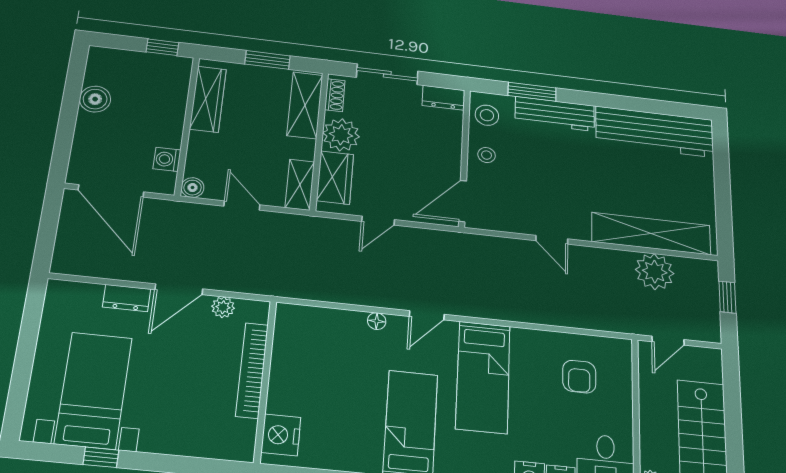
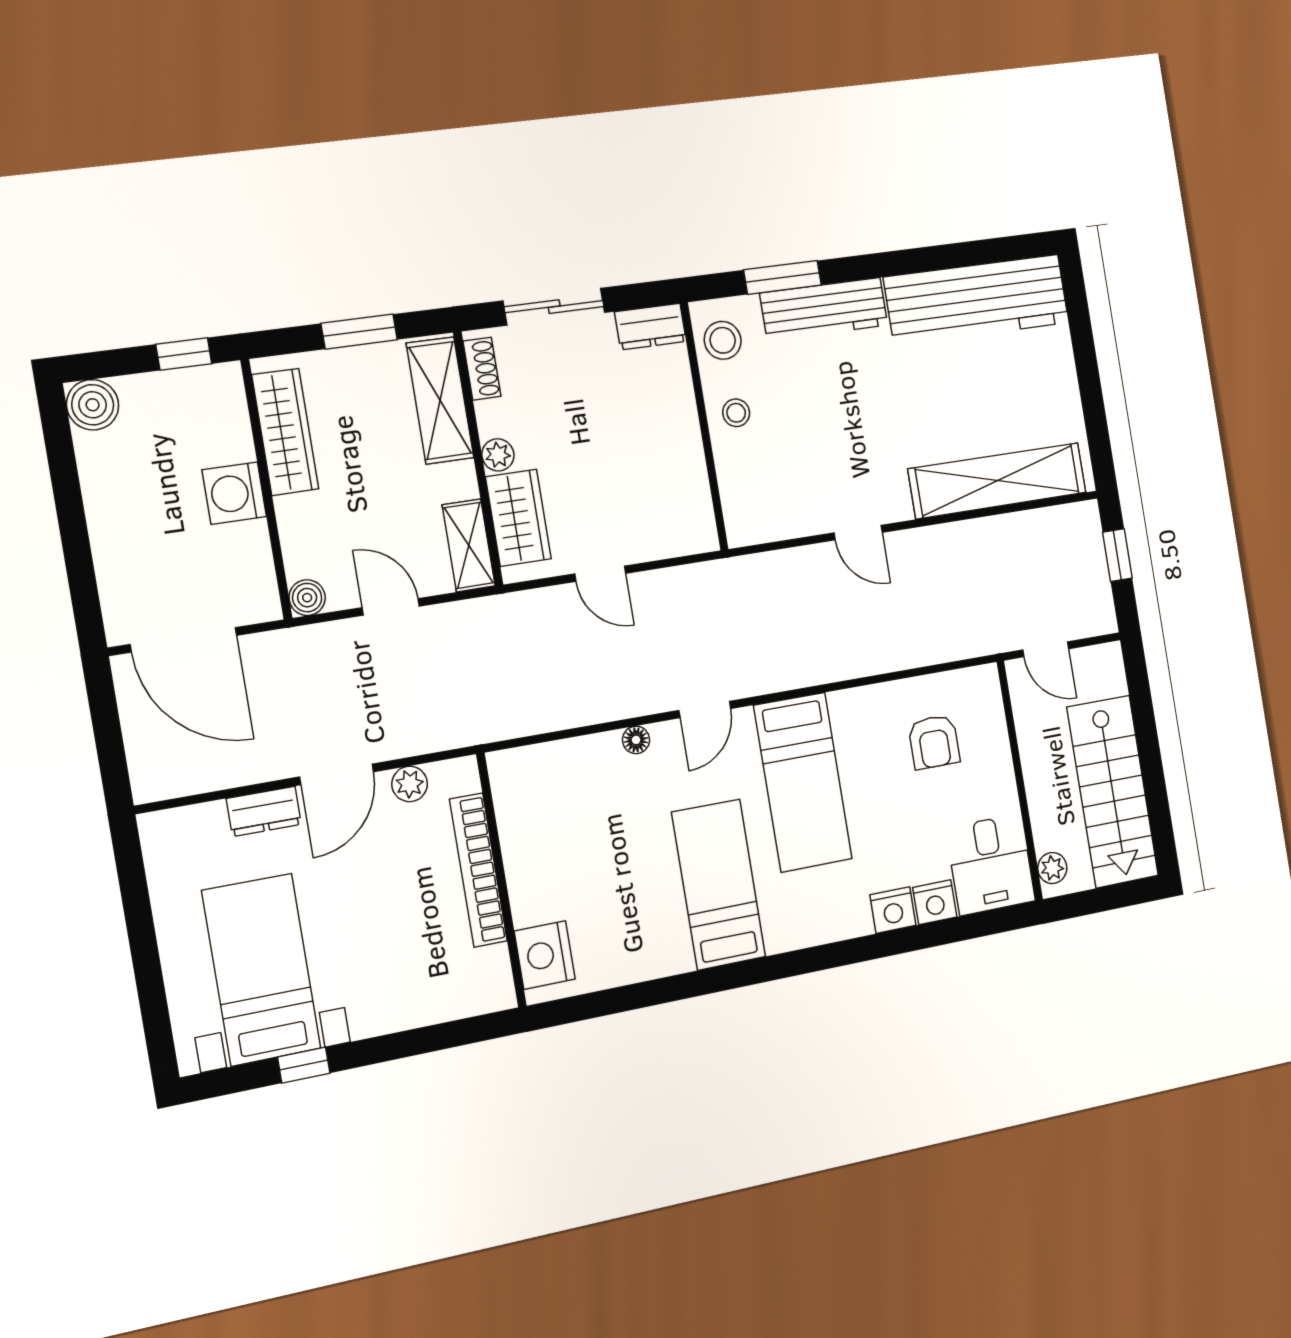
boiler: (95, 99) -> (93, 405), moved
plant: (341, 135) -> (498, 455), width x0.53, depth x0.53
washing machine: (167, 159) -> (234, 493), moved, width x1.38, depth x1.38
door: (463, 201) -> (717, 504), removed
door: (378, 221) -> (600, 574), hinge flipped
plant: (655, 272) -> (1011, 543), removed
door: (668, 341) -> (1046, 649), hinge flipped

